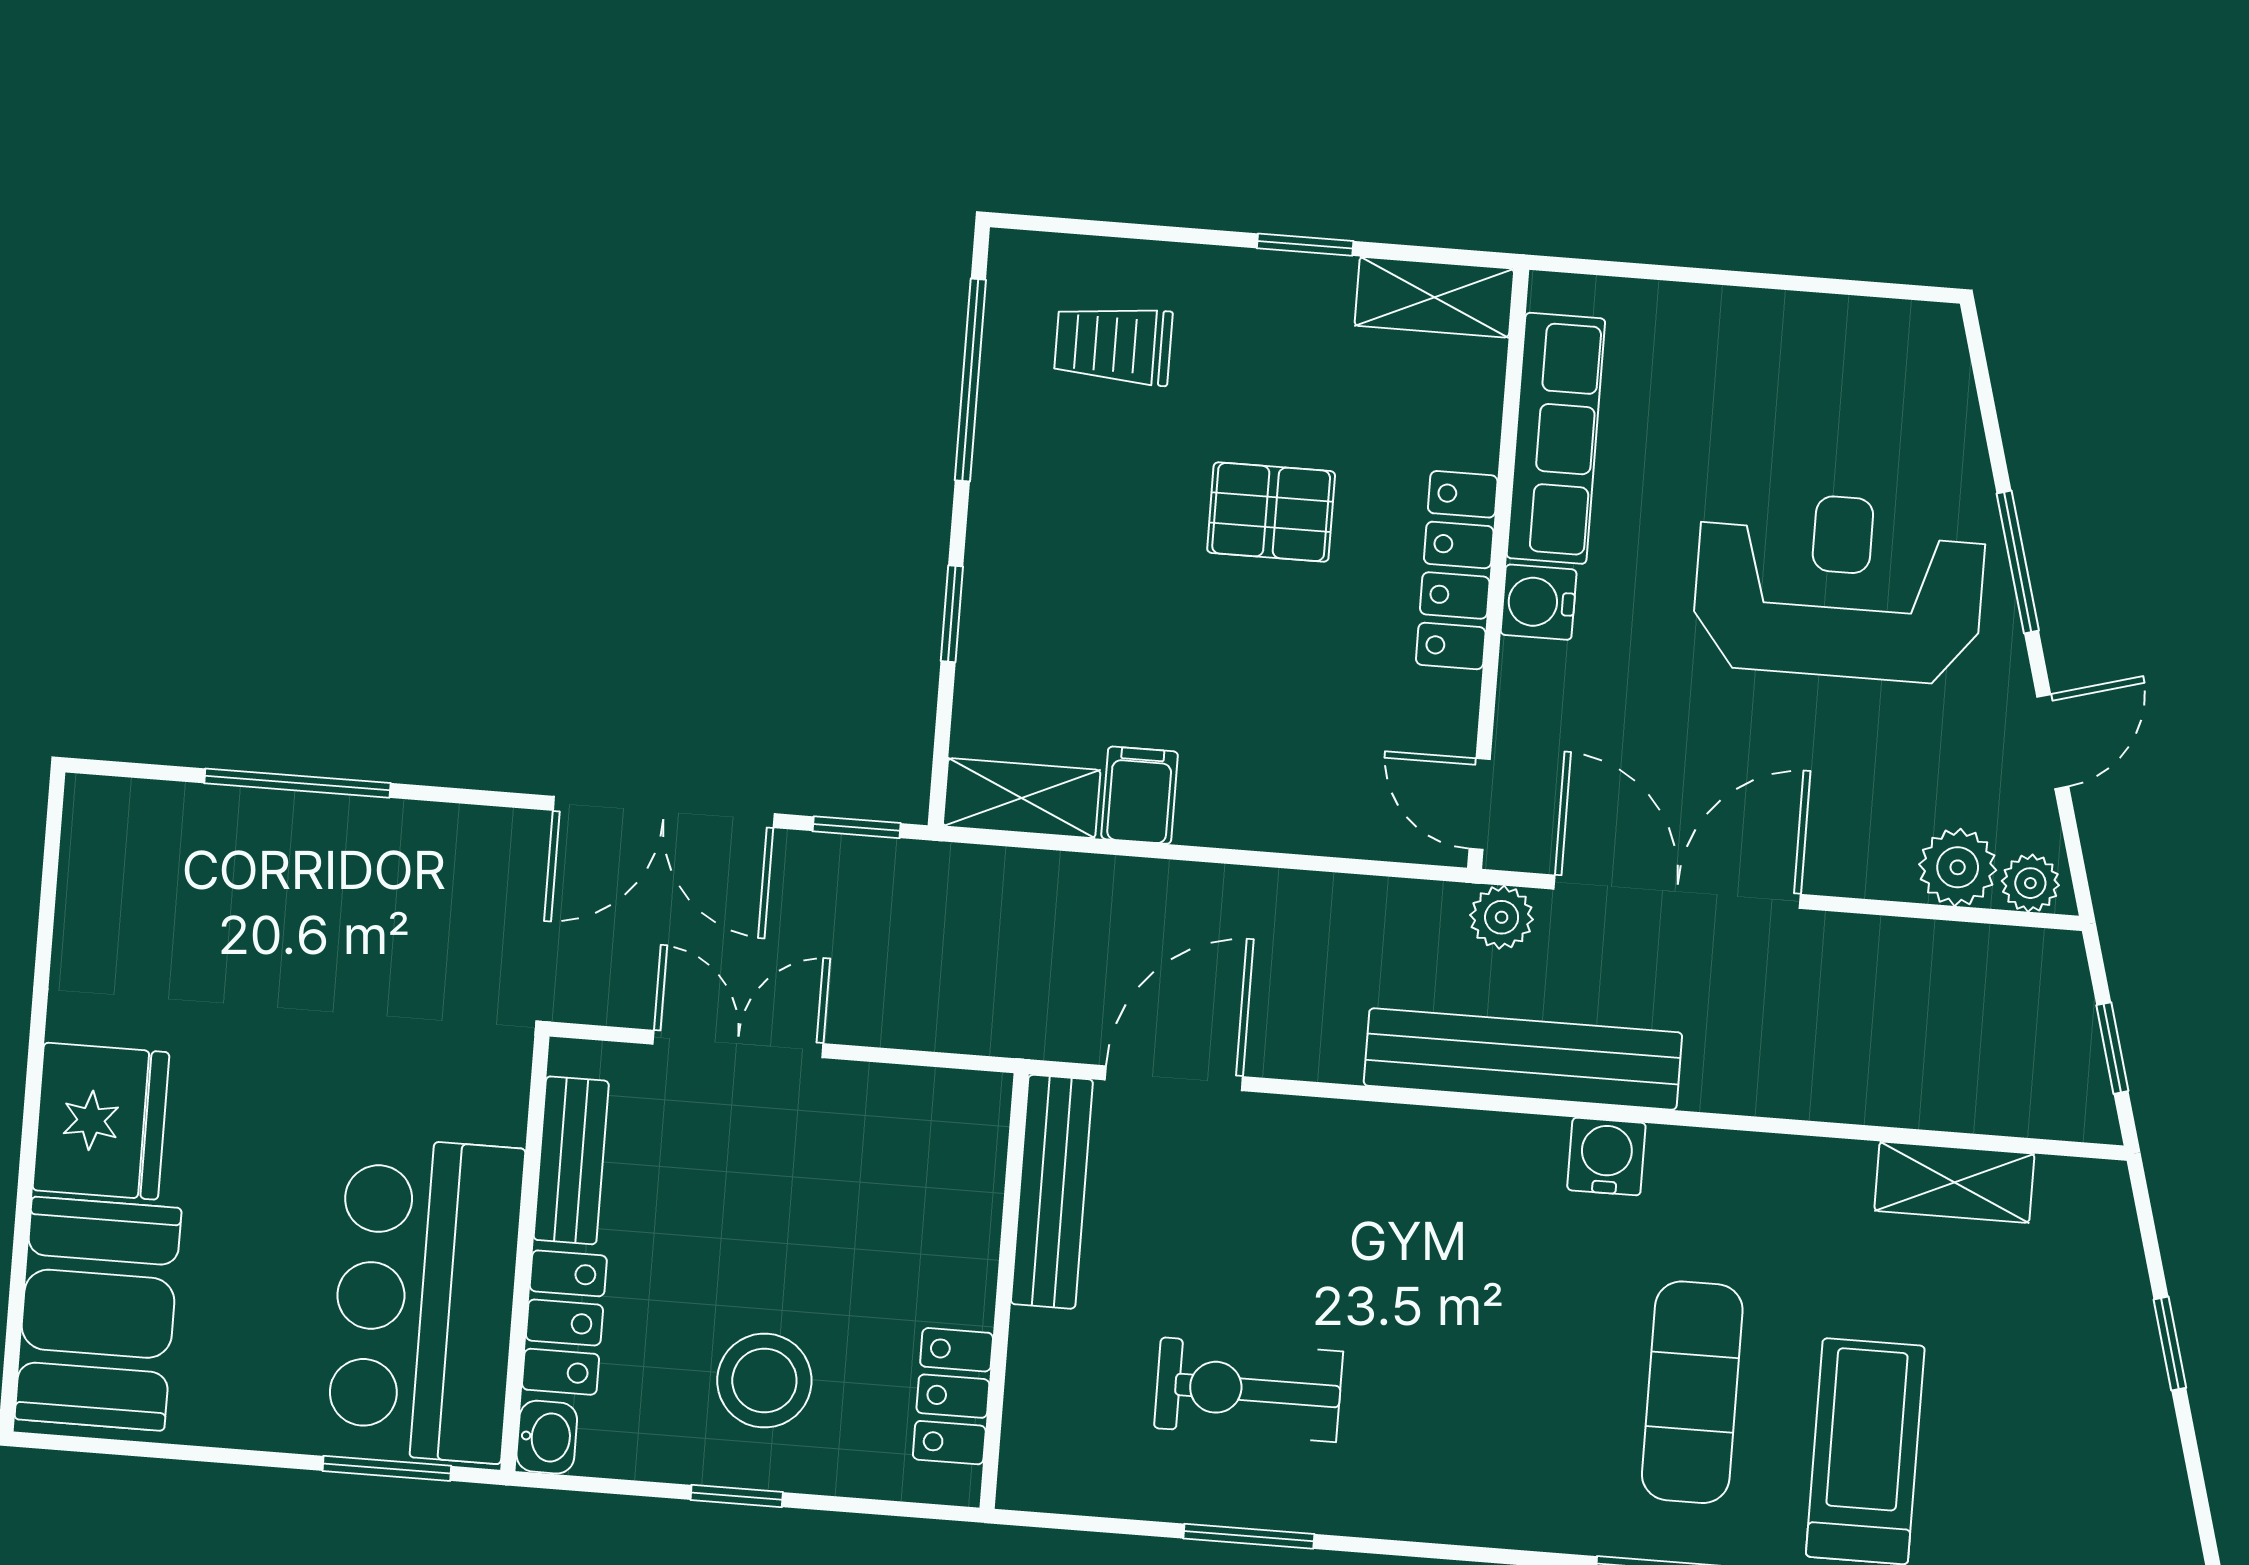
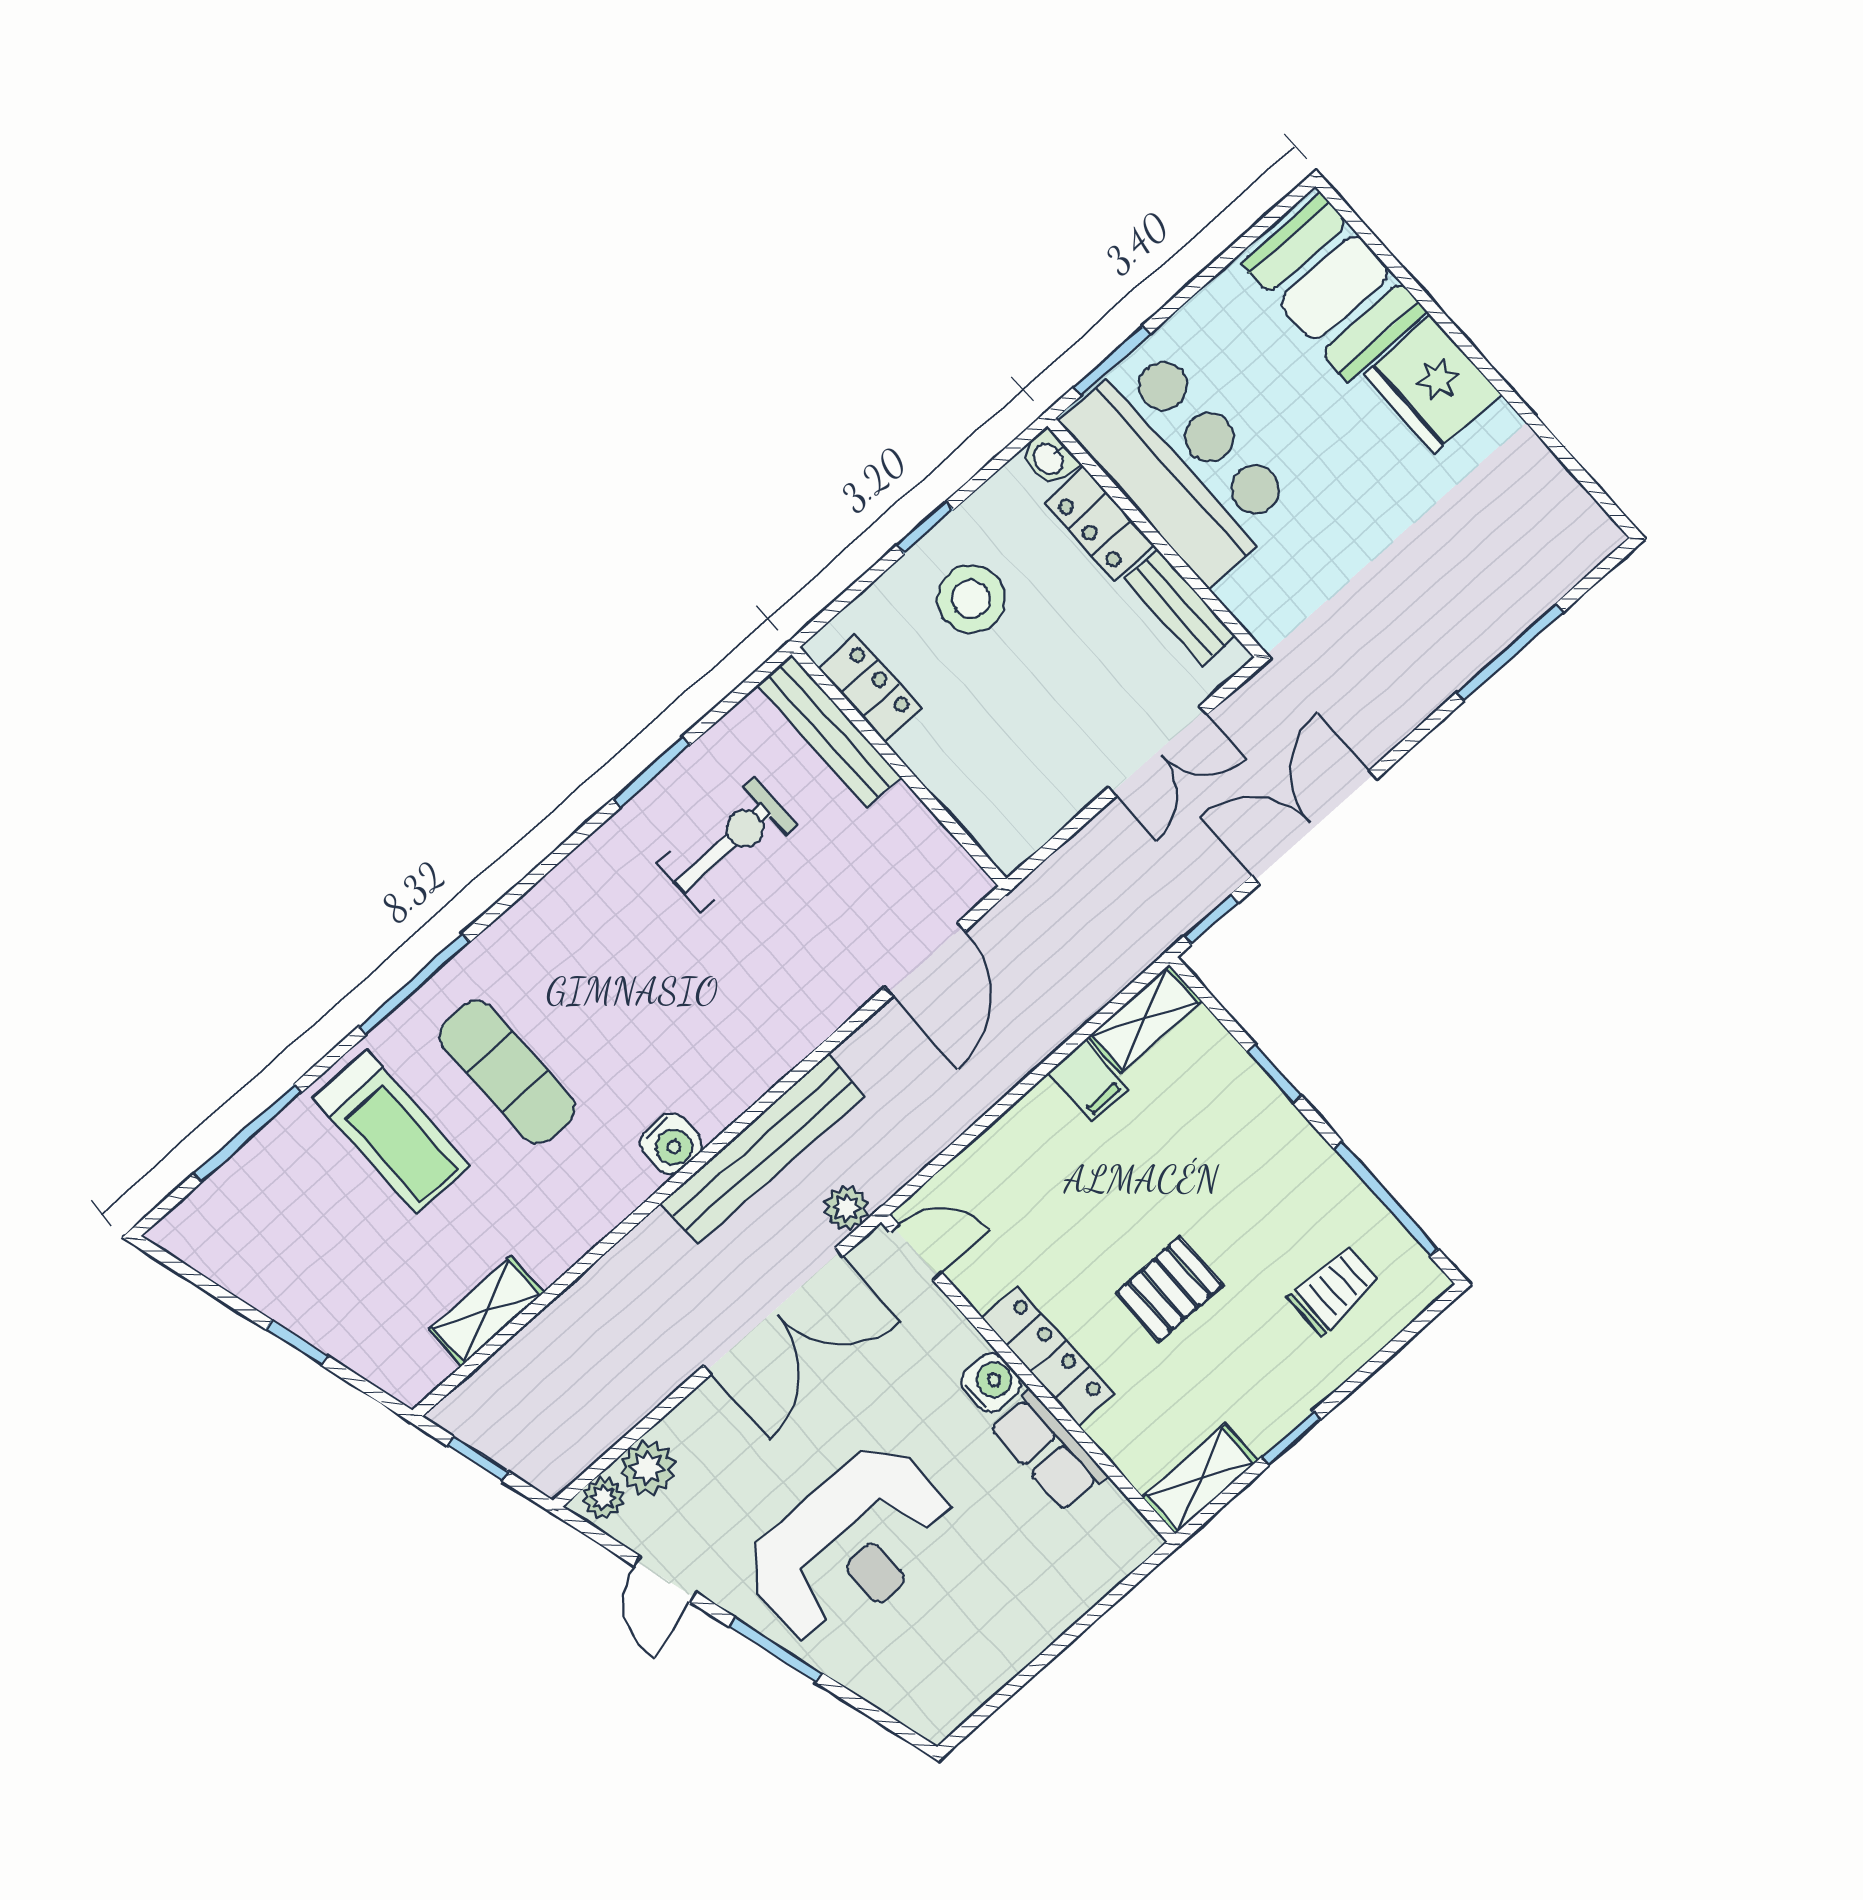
row of seats: (1556, 438) -> (1048, 1451), width x0.68
bench: (1052, 1192) -> (829, 731), moved

